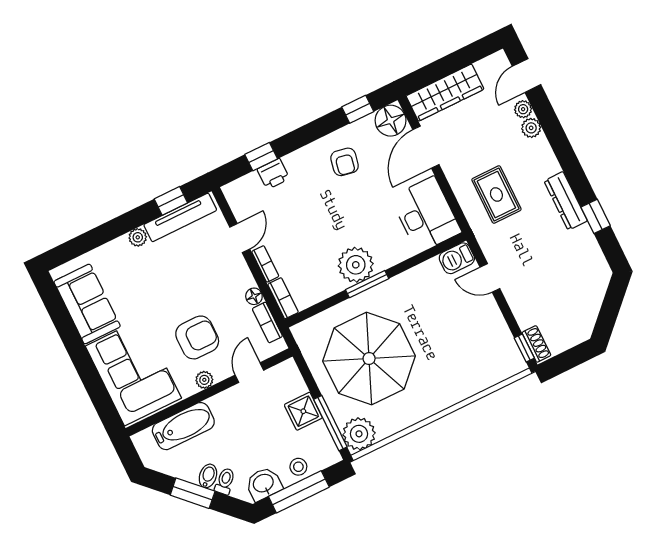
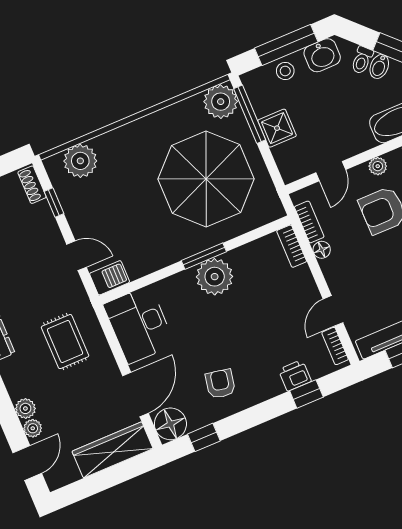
bookcase: (265, 264) -> (335, 346), moved
window: (524, 348) -> (54, 203), moved
plant: (491, 369) -> (80, 161), added

